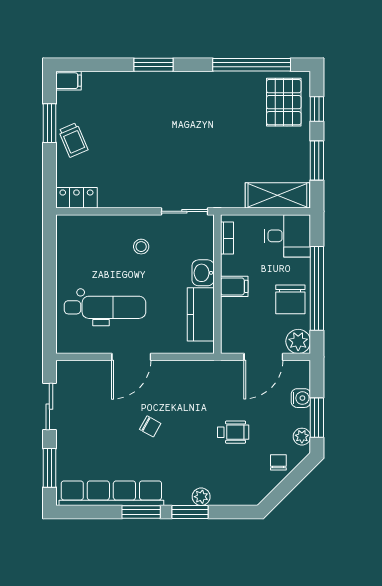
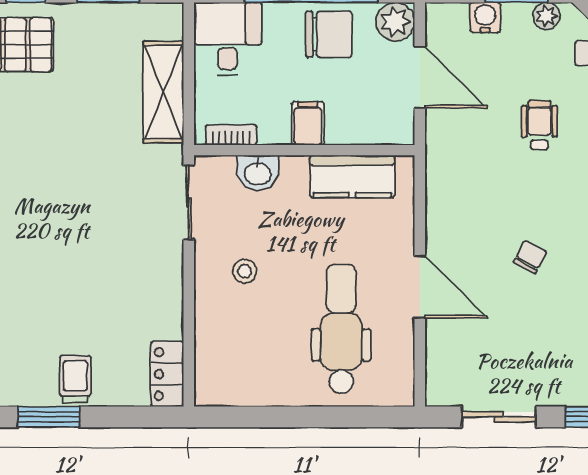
trolley: (73, 140) -> (75, 379), turned -67
shelving: (277, 195) -> (163, 92), moved
washbasin: (203, 273) -> (258, 173), moved

